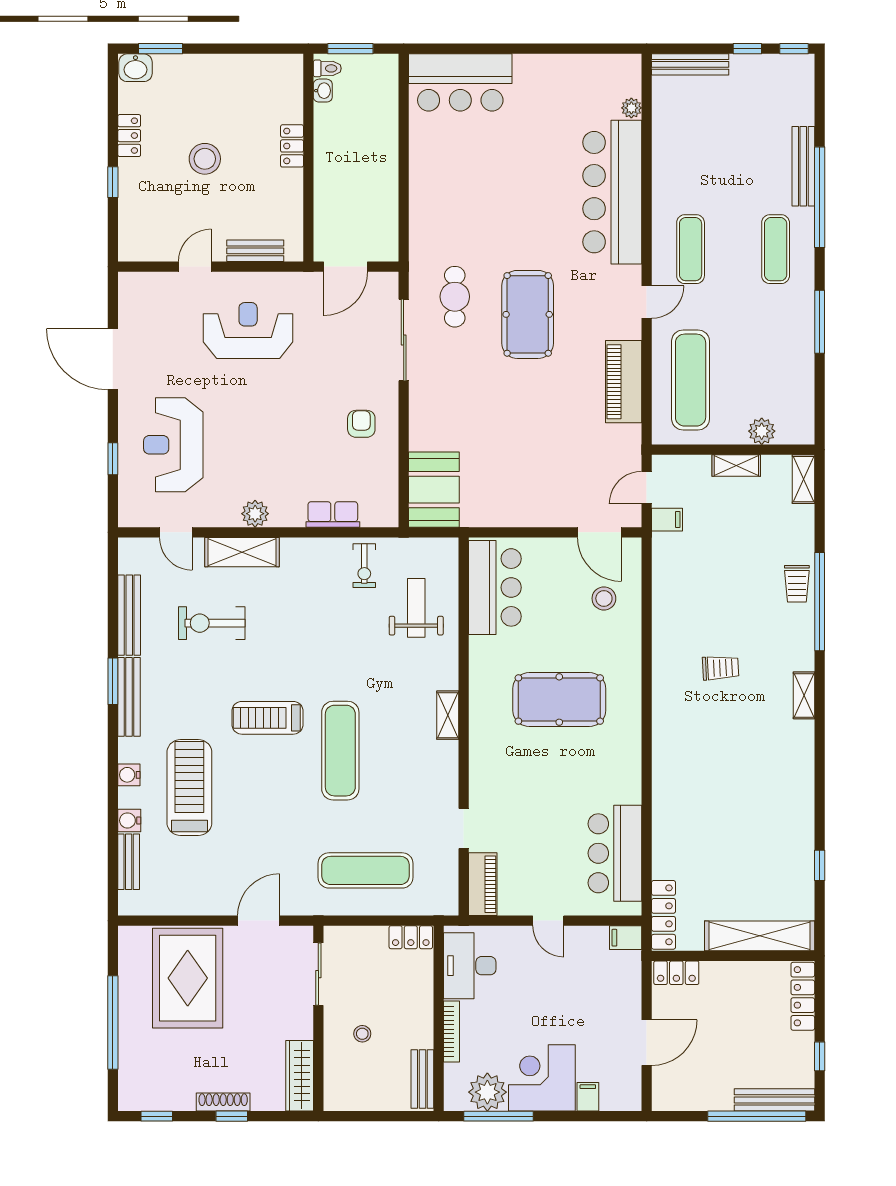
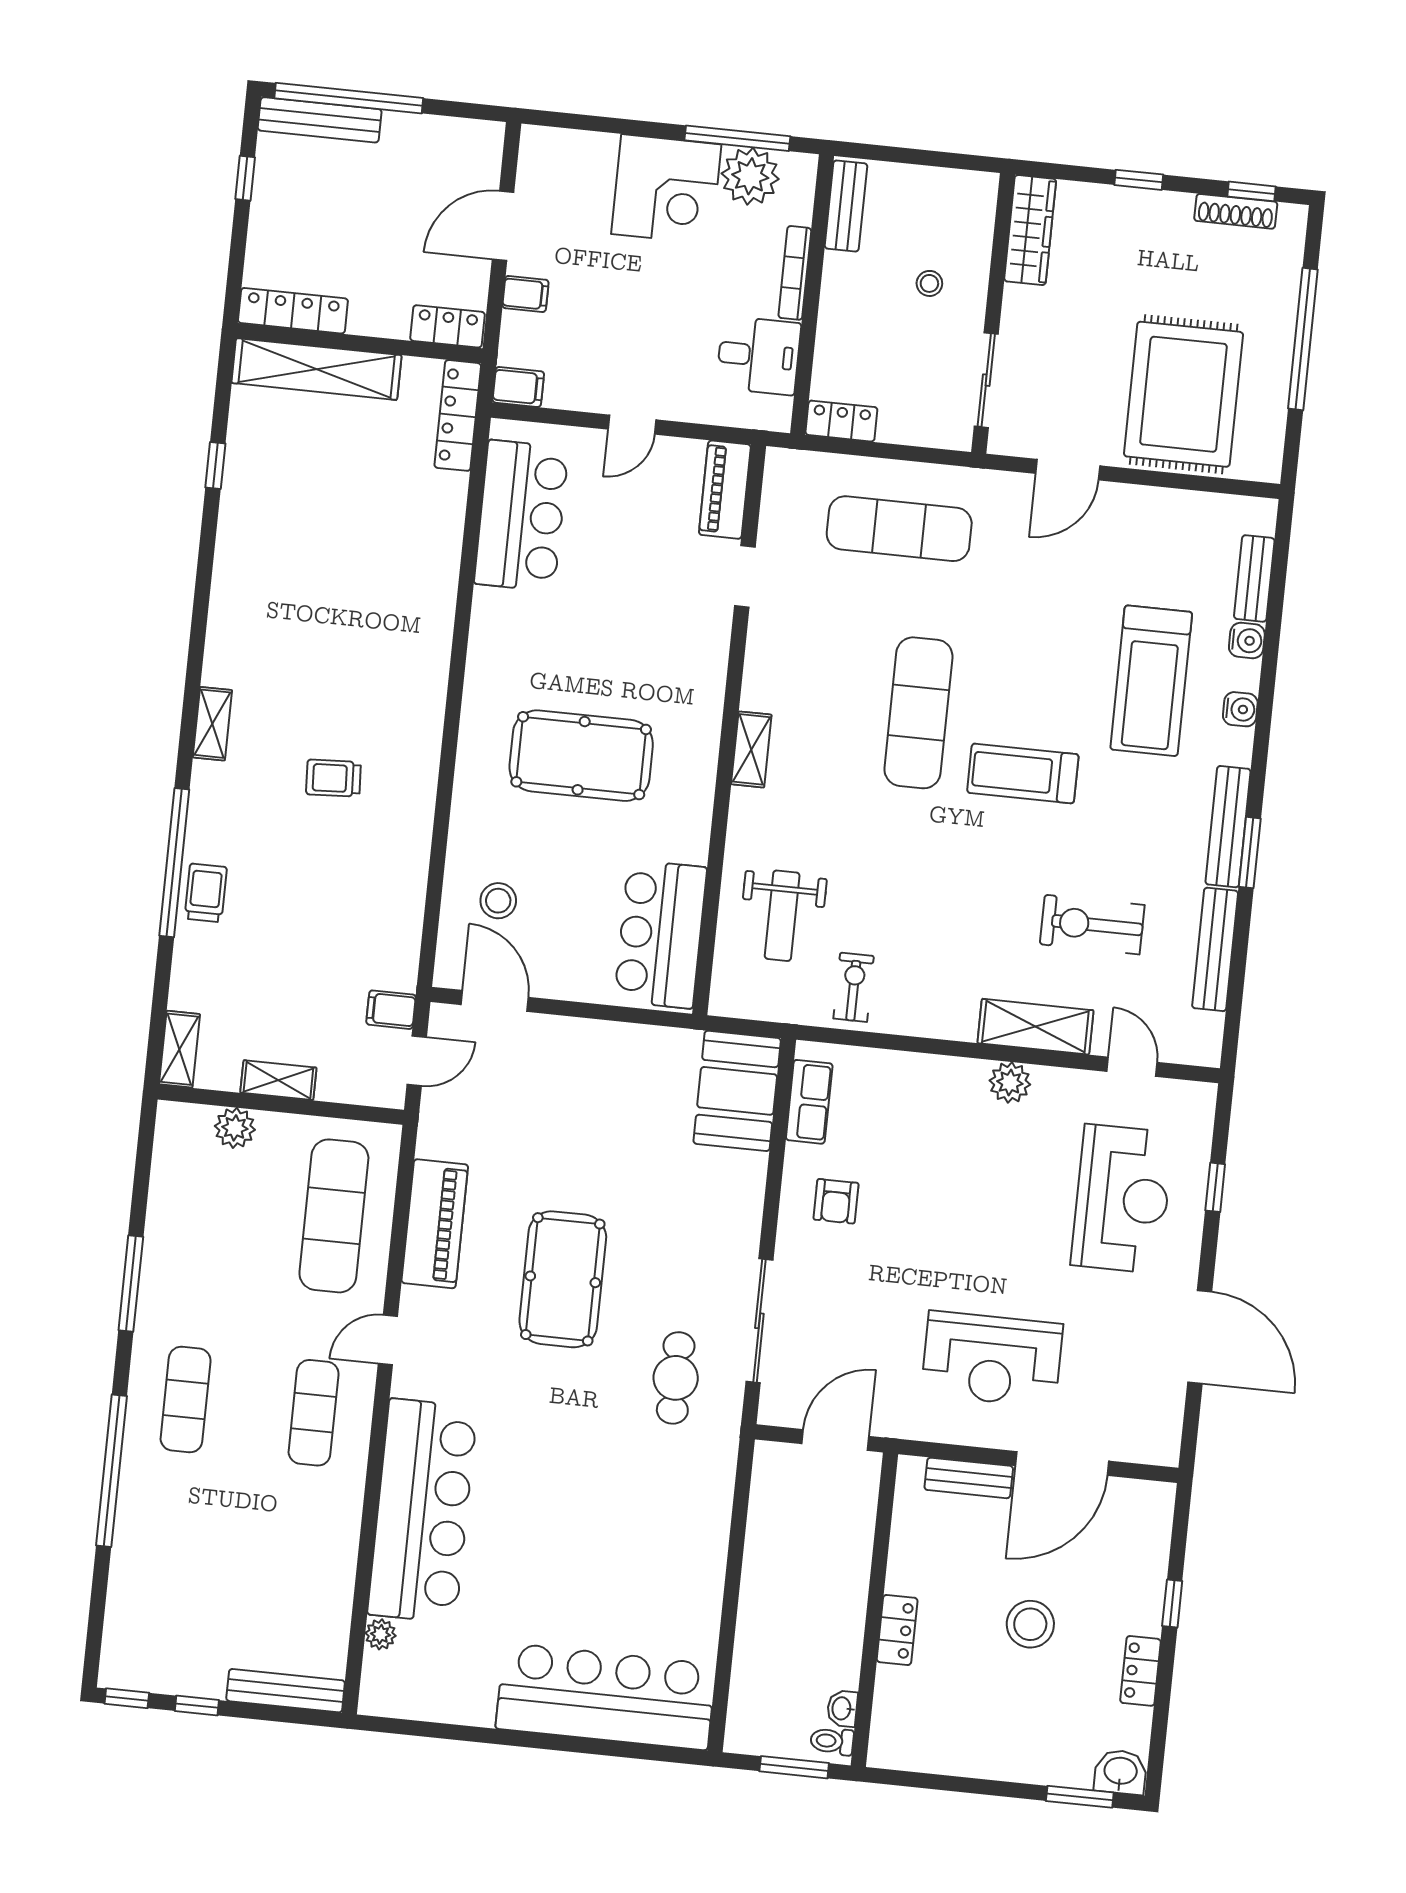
bar counter: (460, 82) -> (606, 1696), width x1.36
bench: (803, 166) -> (131, 1520), removed
door: (195, 267) -> (1062, 1463), width x1.88
pool table: (528, 314) -> (563, 1279), moved
row of seats: (333, 514) -> (809, 1102), moved, turned -90
exercise bike: (212, 623) -> (1092, 925), turned 180
treadmill: (268, 718) -> (1023, 773), turned 180
door: (548, 921) -> (632, 425), swing flipped
desk: (470, 966) -> (759, 356), width x0.73
locker: (803, 996) -> (293, 311), moved, turned -90
filing cabinet: (588, 1097) -> (525, 294), moved, turned -90
shoe rack: (223, 1102) -> (1236, 211), moved

